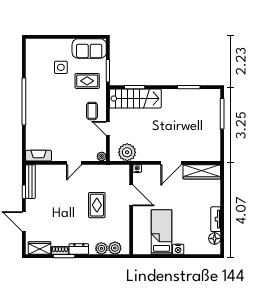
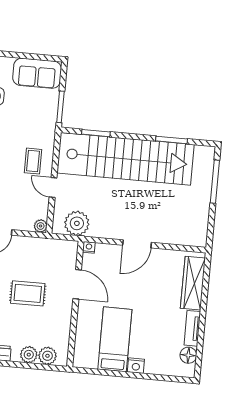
rug: (87, 81) -> (30, 118), removed
stairs: (135, 99) -> (125, 159), width x1.86, depth x1.51
wardrobe: (202, 172) -> (193, 283), moved, turned 90
rug: (97, 205) -> (28, 293), turned 90

